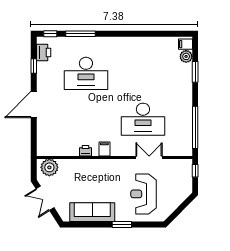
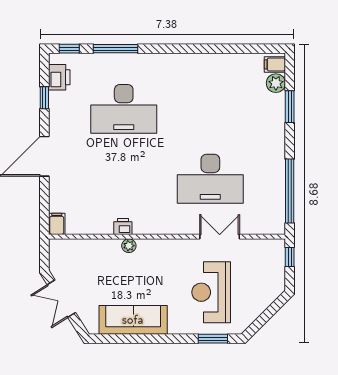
filing cabinet: (104, 149) -> (57, 224), moved
plant: (49, 167) -> (129, 246), moved, width x0.53, depth x0.53
window: (122, 225) -> (213, 339), moved

